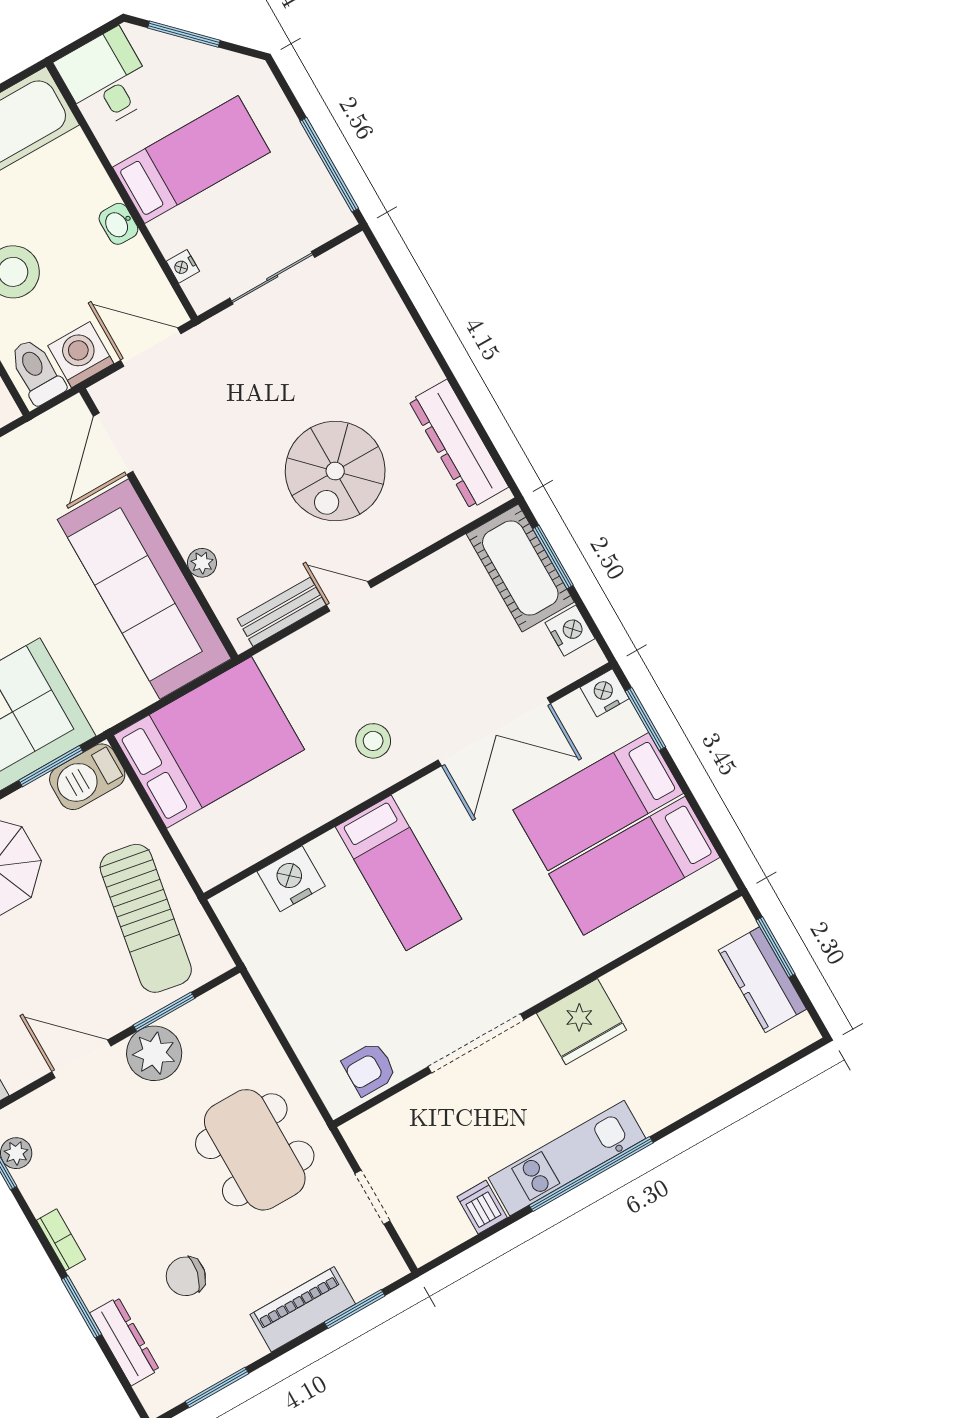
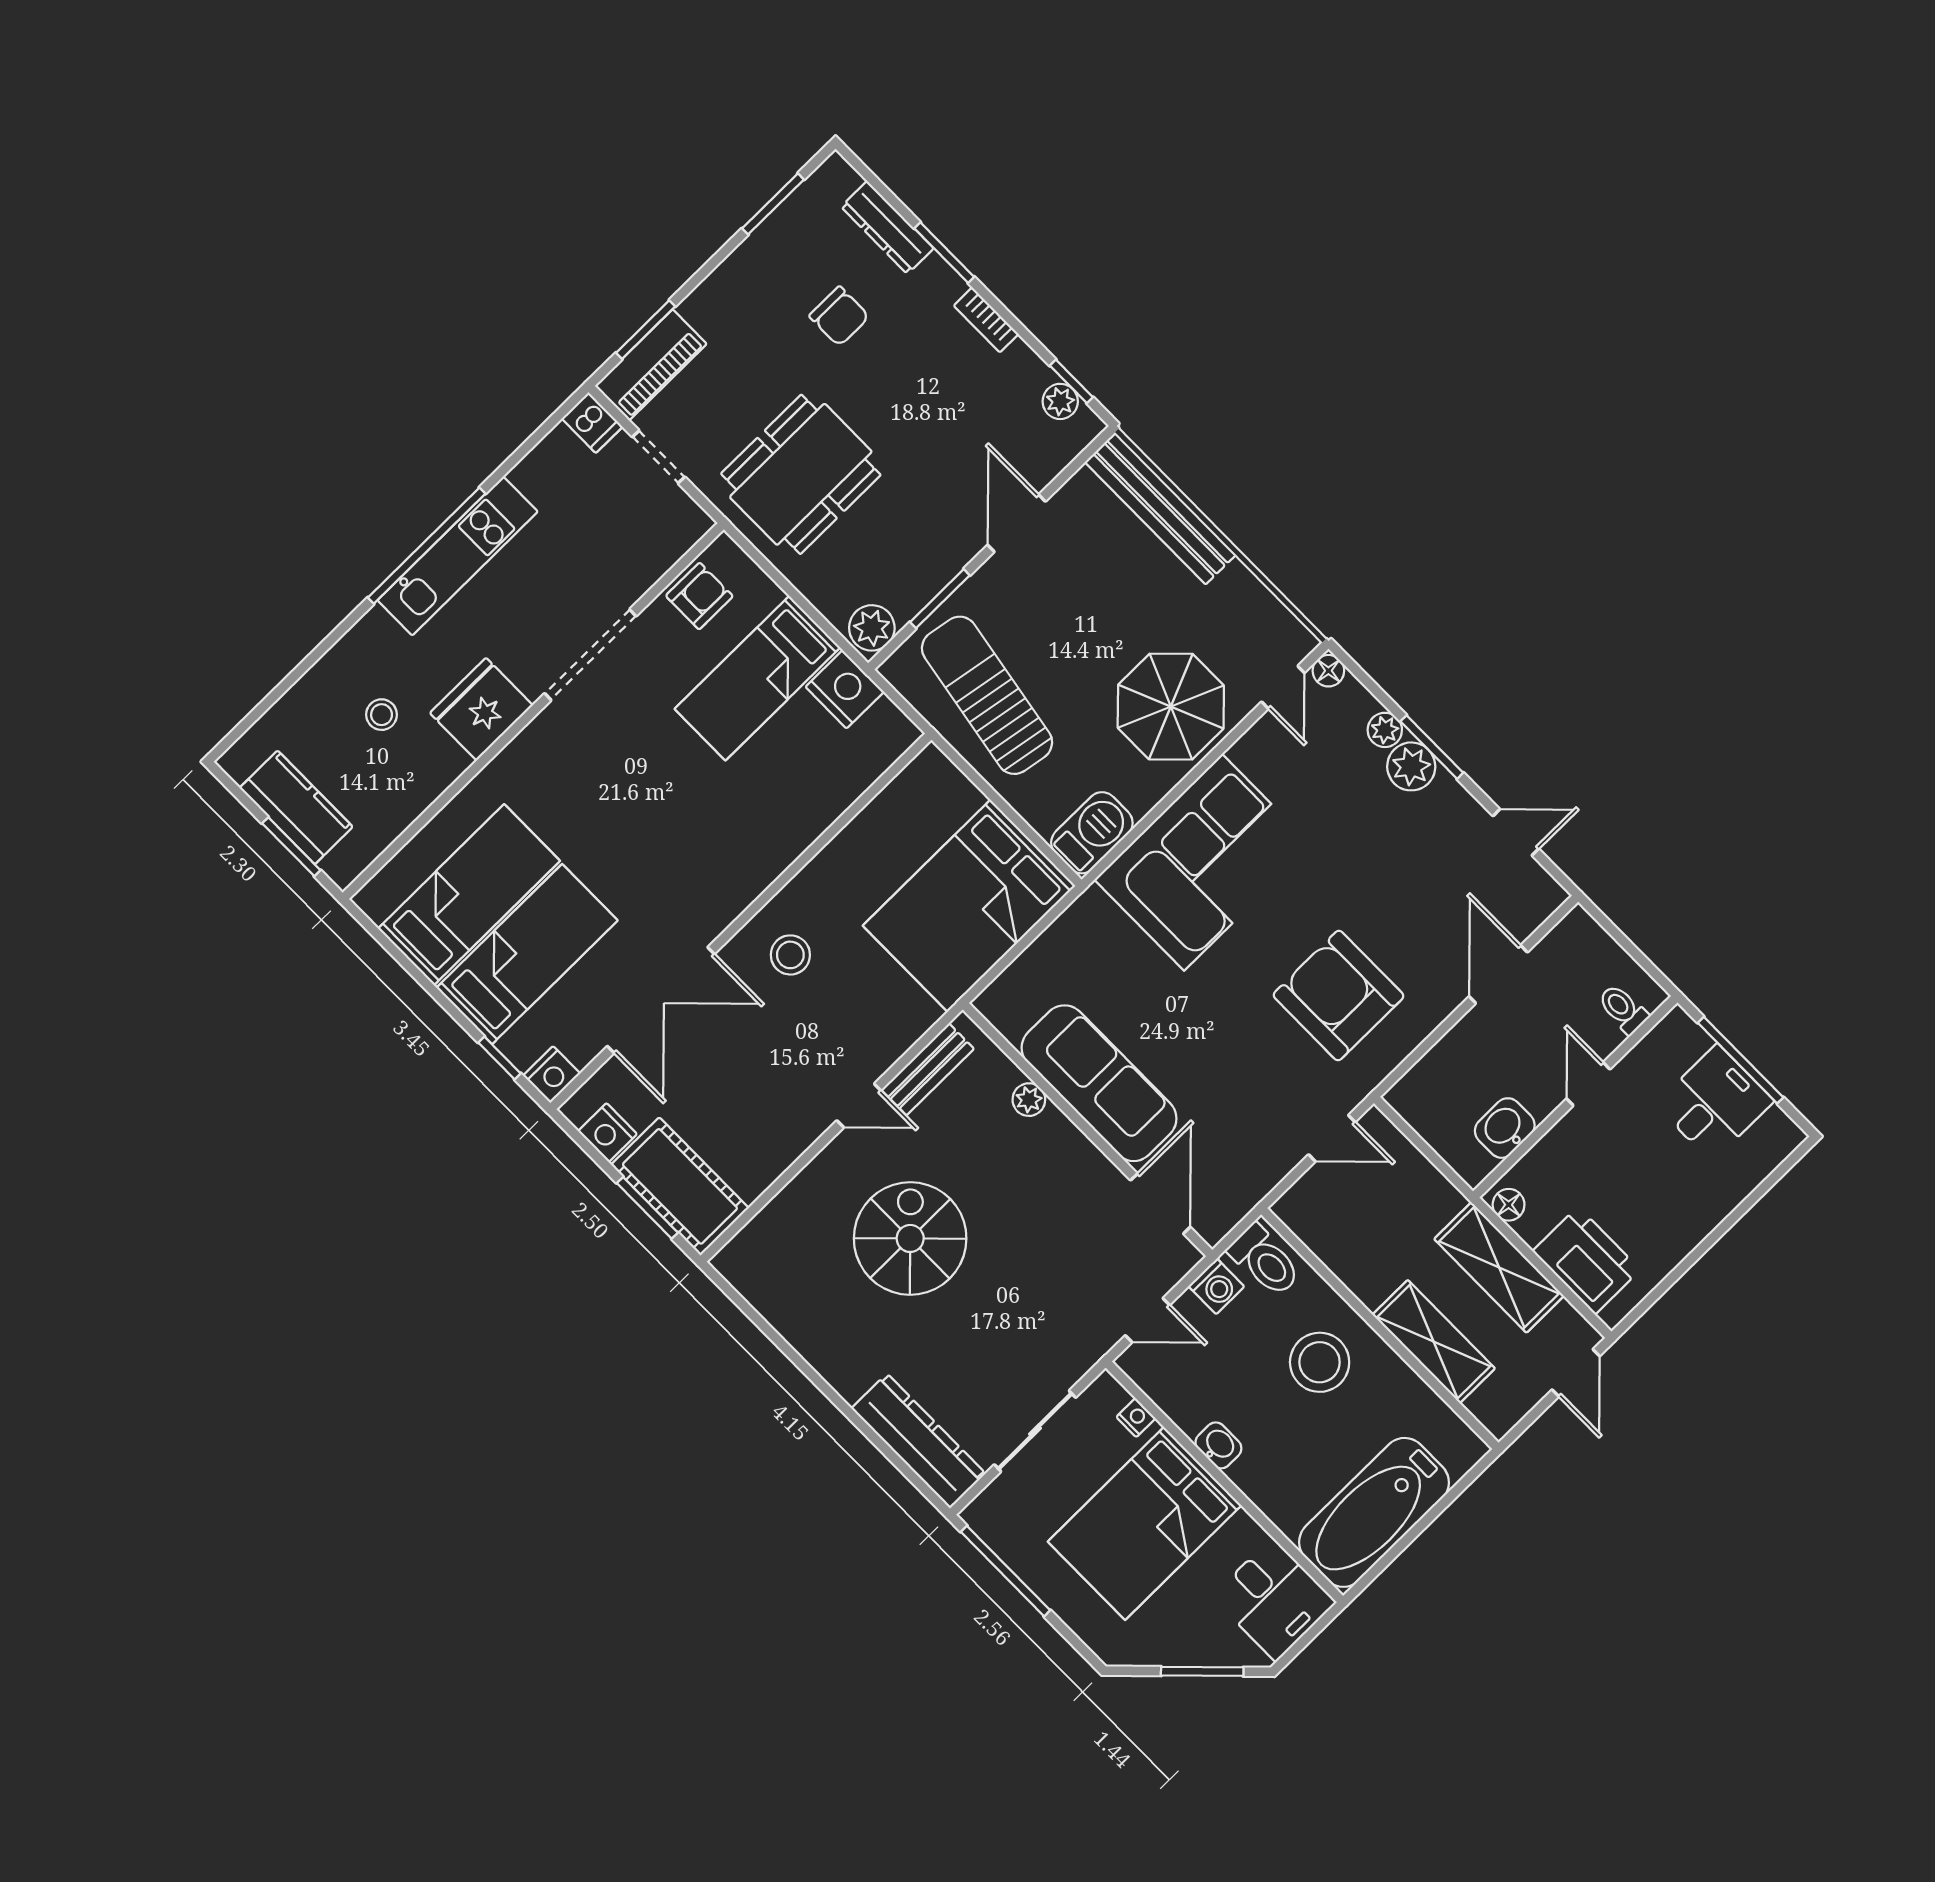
bed: (191, 160) -> (1145, 1524), width x1.50
door: (151, 347) -> (1147, 1320), width x0.73
washing machine: (81, 355) -> (1216, 1286), width x0.73, depth x0.73
dresser: (459, 444) -> (918, 1441), moved
sofa: (144, 589) -> (1099, 1083), width x0.74, depth x0.79
window: (645, 719) -> (500, 1058), width x0.67
double door: (494, 732) -> (661, 1000), swing flipped
window: (51, 766) -> (1135, 834), removed
bed: (399, 873) -> (757, 678), moved, turned -90
nightstand: (291, 879) -> (845, 689), moved, turned -90
stool: (668, 1040) -> (382, 715), added
plant: (154, 1053) -> (872, 628), moved, width x0.73, depth x0.73
door: (81, 1059) -> (1017, 523), swing flipped
dining table: (255, 1150) -> (801, 474), turned 90
dishwasher: (482, 1207) -> (592, 423), moved
chair: (186, 1276) -> (839, 316), turned 77
piano: (303, 1309) -> (651, 365), moved

